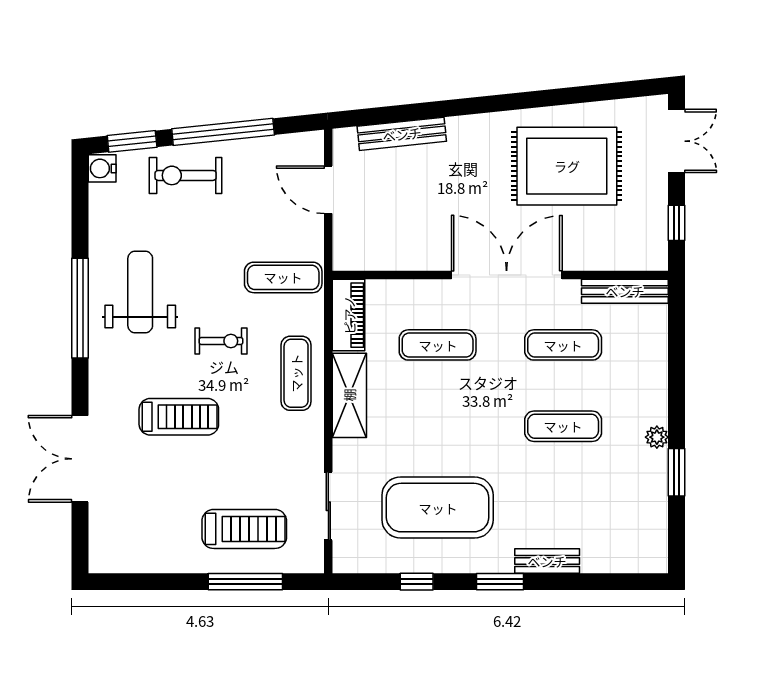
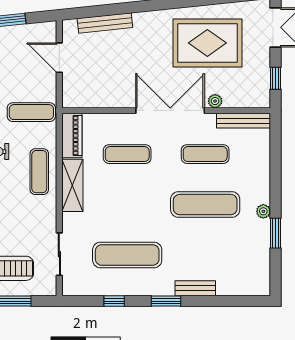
plant: (579, 260) -> (215, 101), added
exercise mat: (563, 426) -> (205, 205), width x1.36, depth x1.45
exercise mat: (438, 508) -> (127, 255), width x0.68

